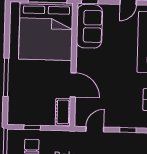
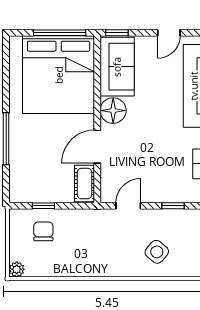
floor lamp: (85, 59) -> (113, 111), added
door: (73, 85) -> (97, 147), swing flipped

